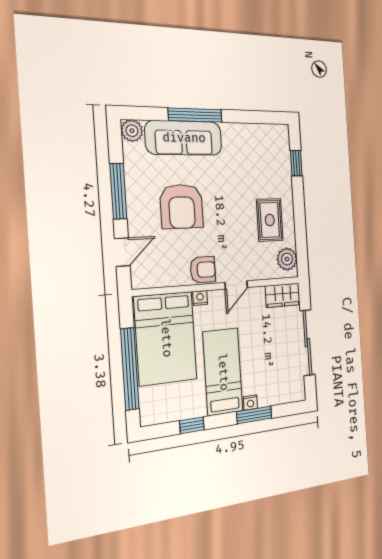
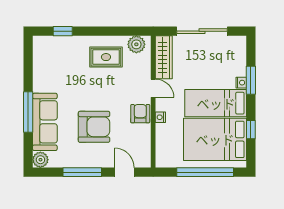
wardrobe: (283, 295) -> (164, 57), width x1.50
bed: (166, 338) -> (215, 139), moved, turned 180

